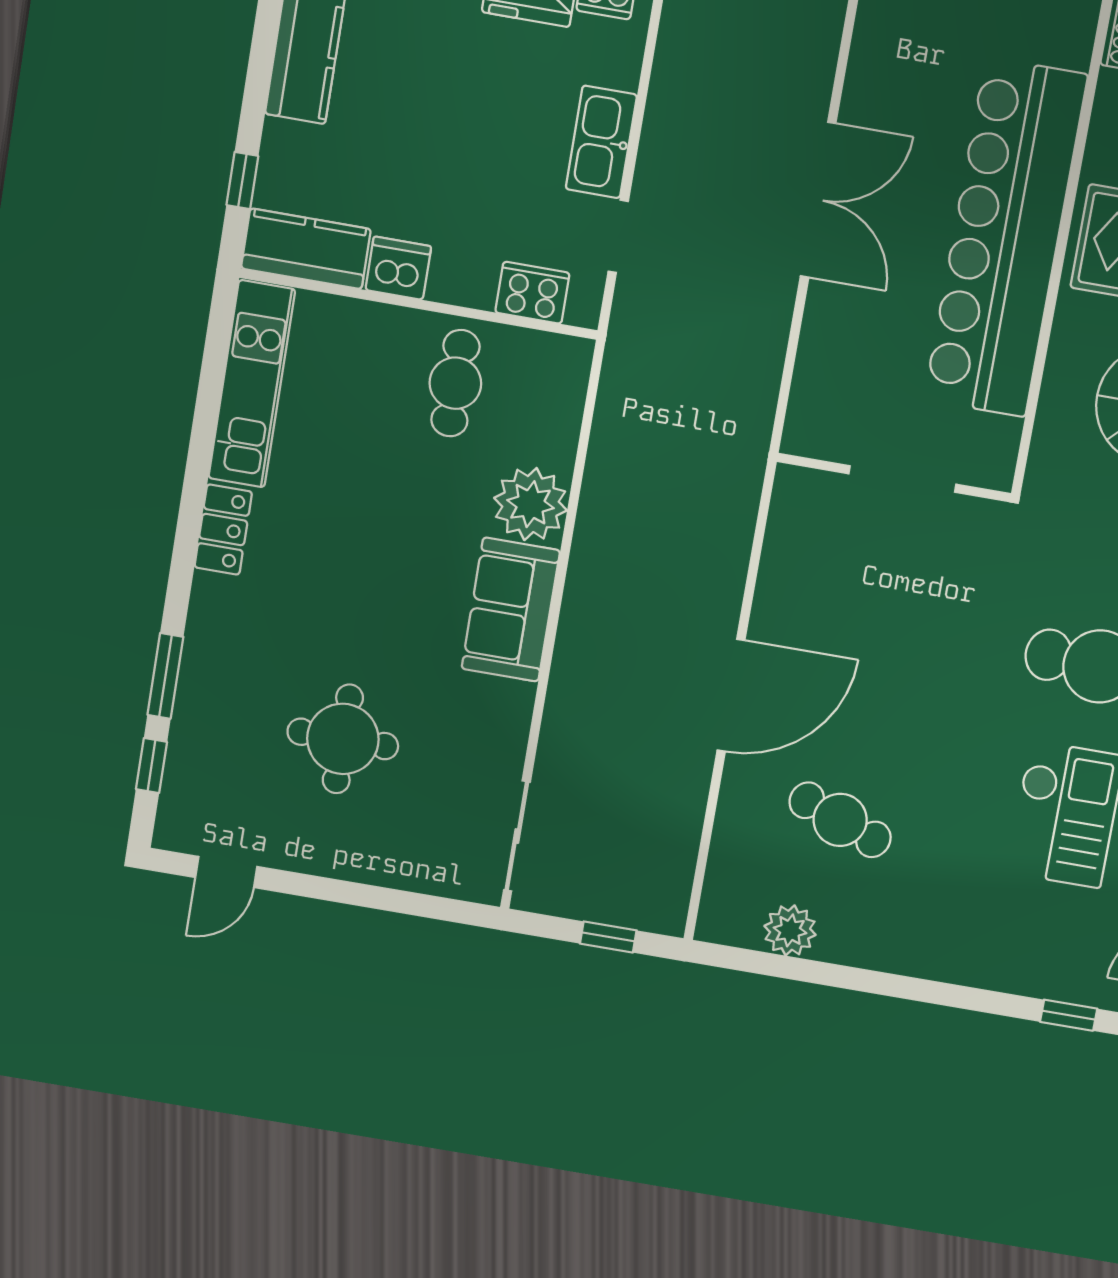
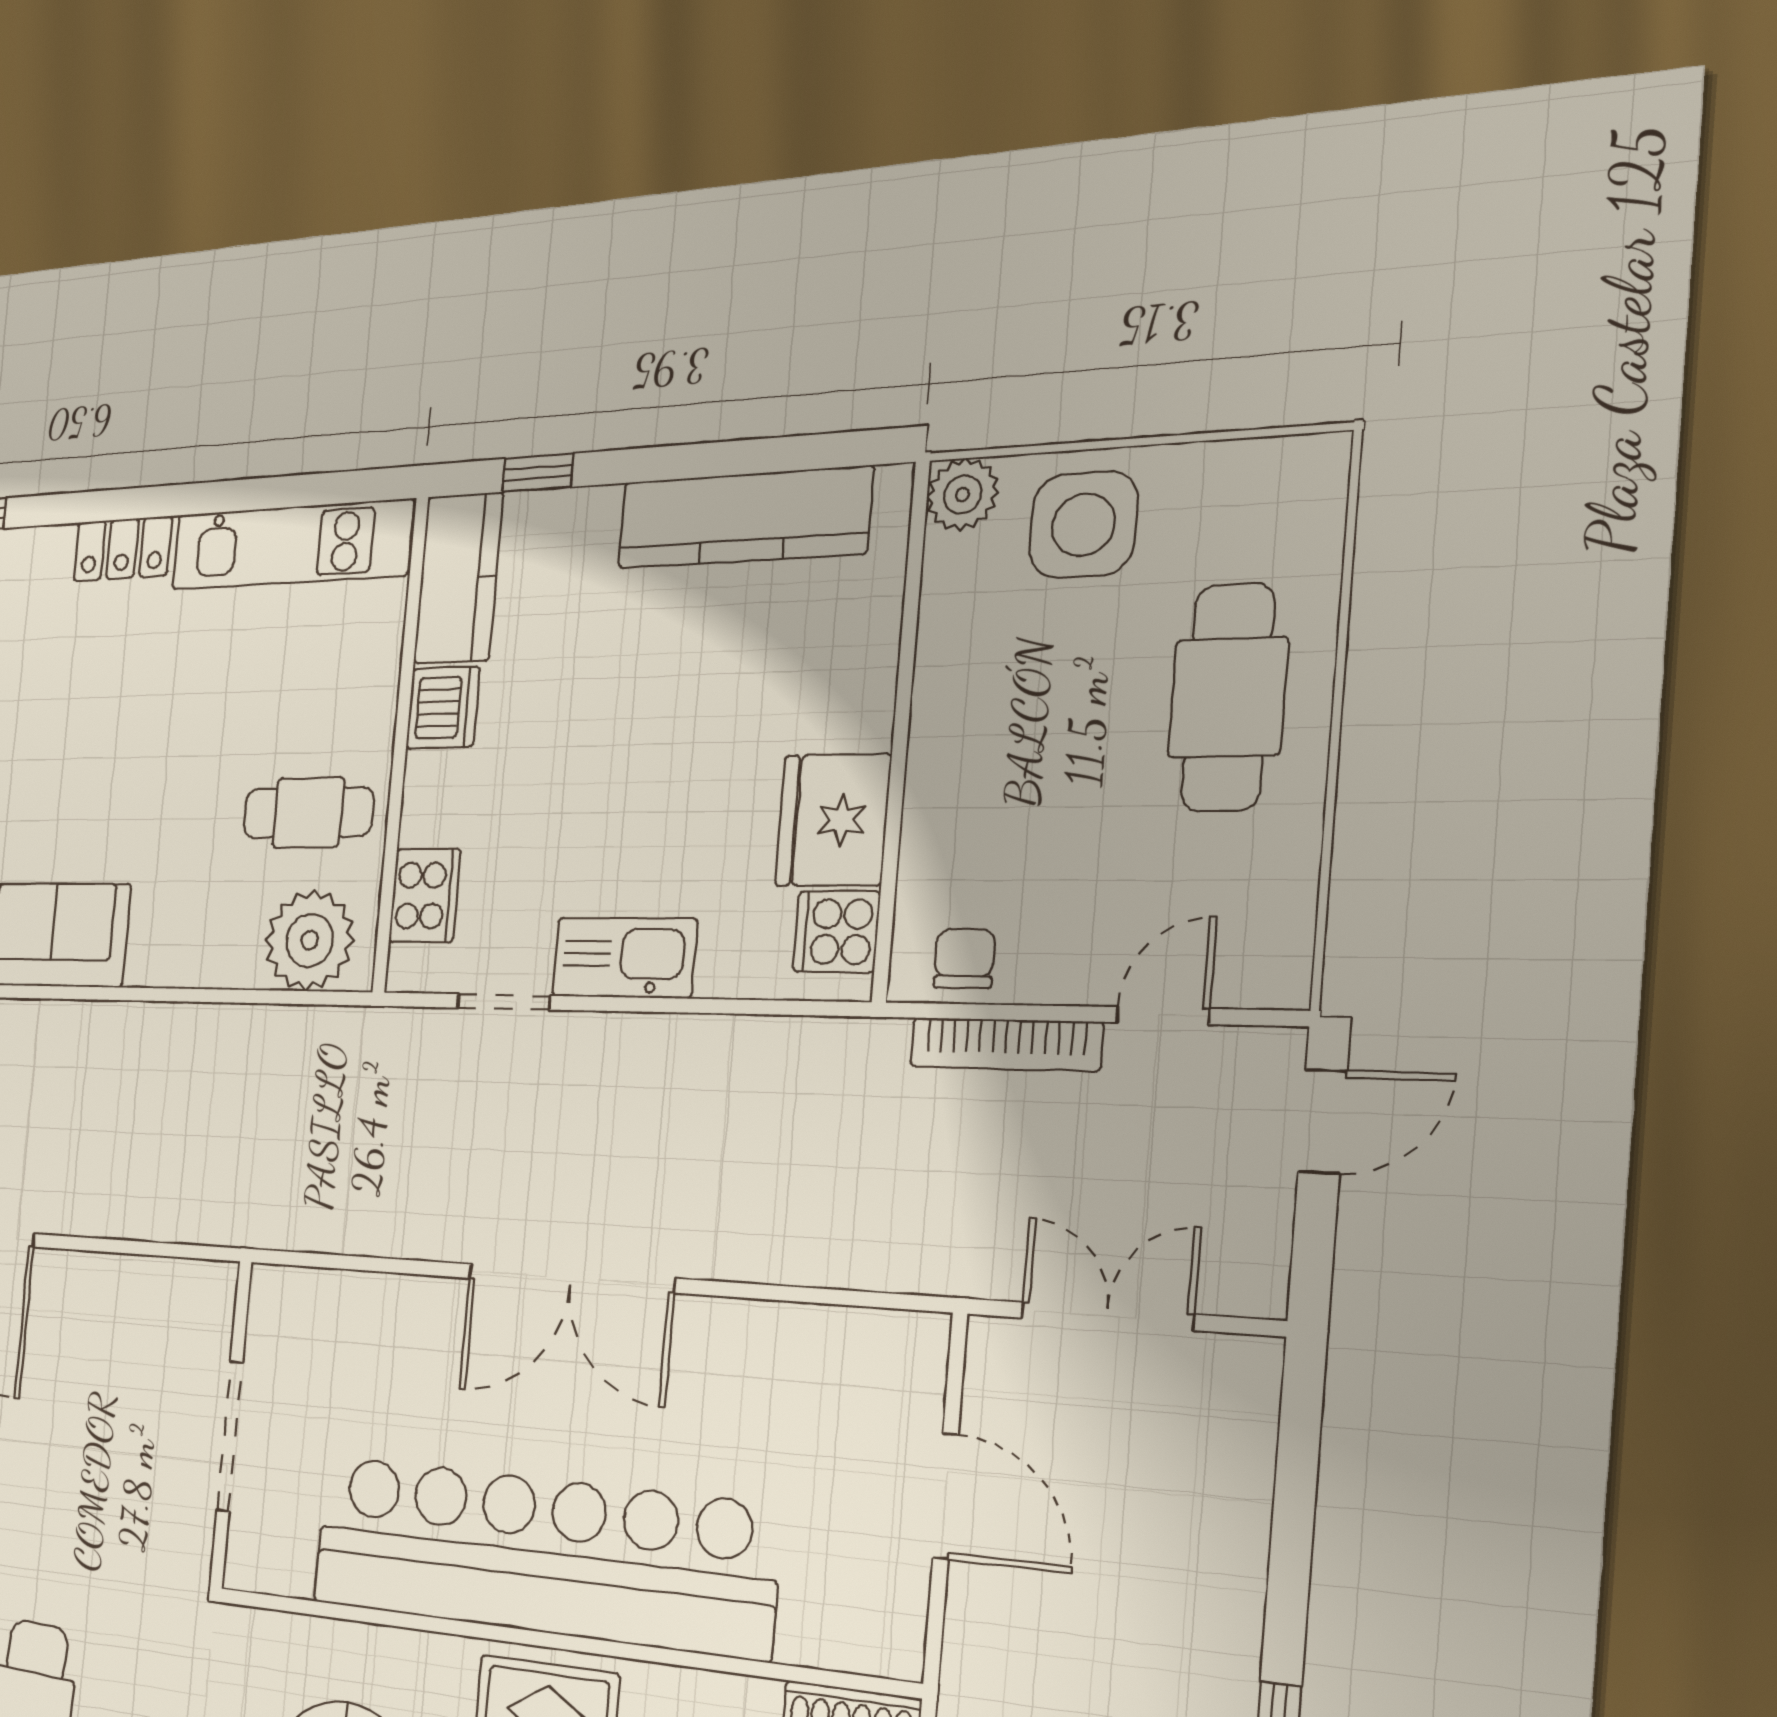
plant: (531, 504) -> (310, 940), moved

